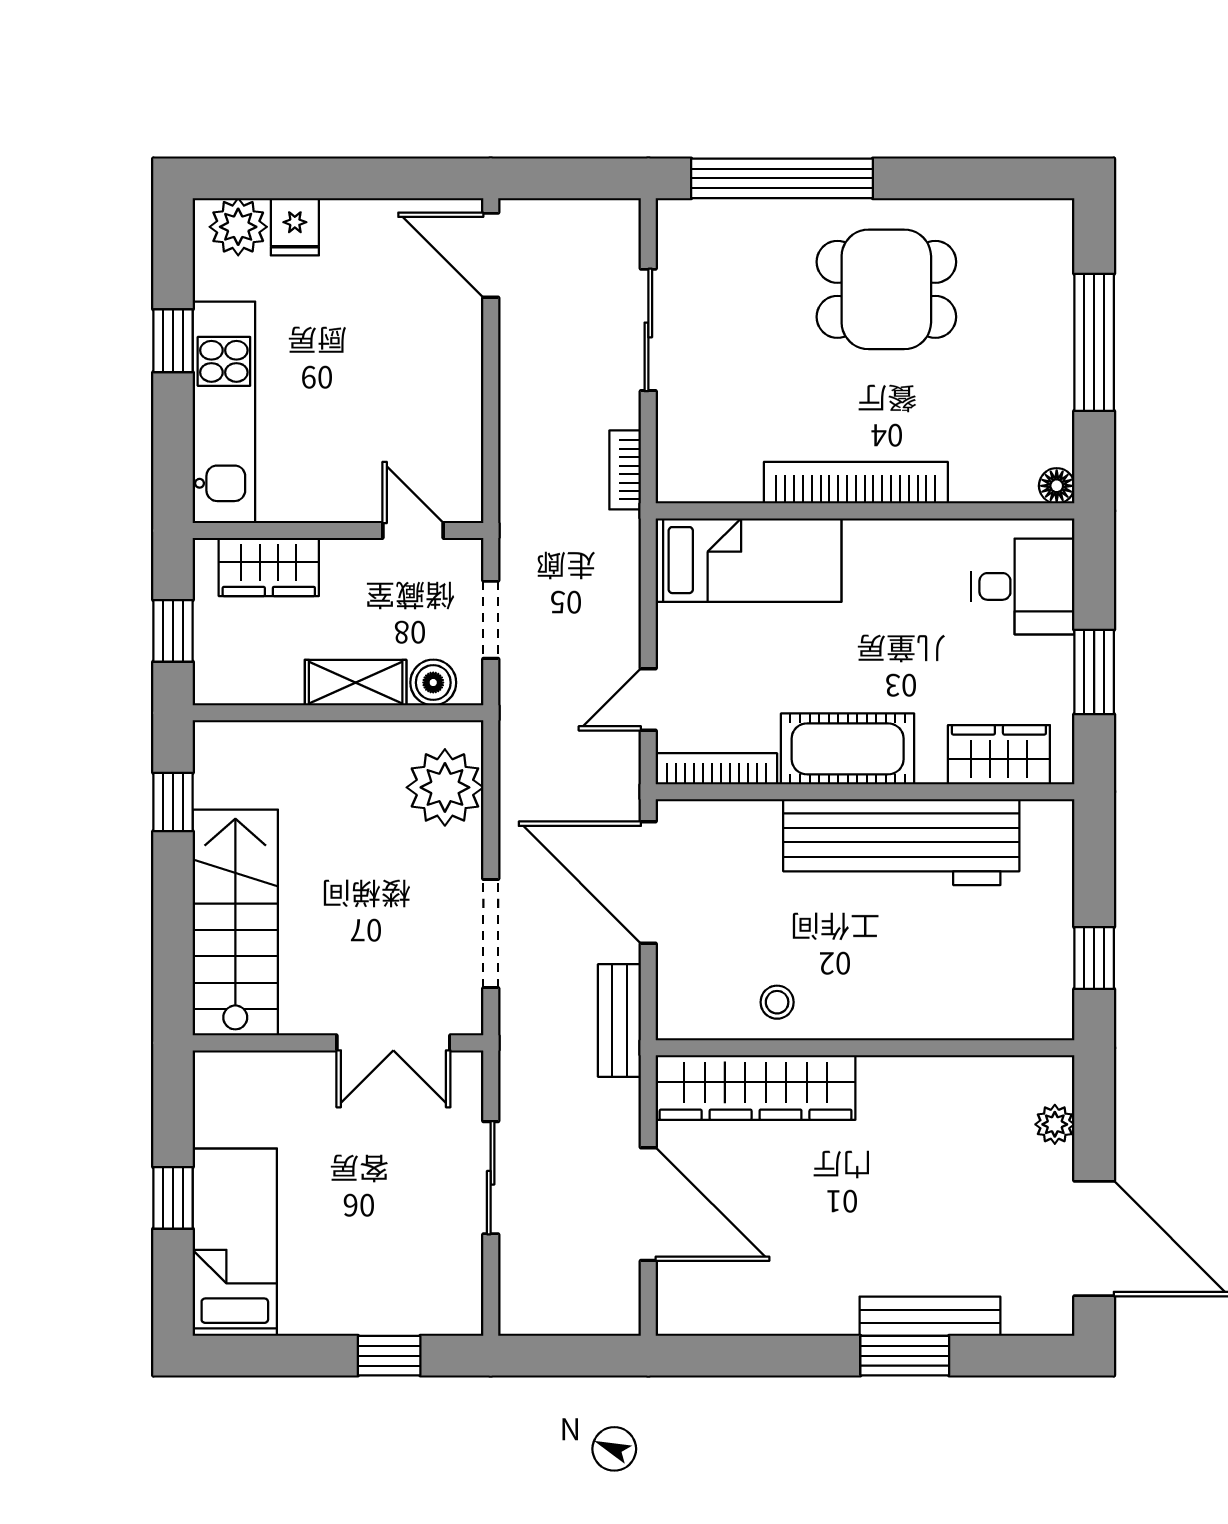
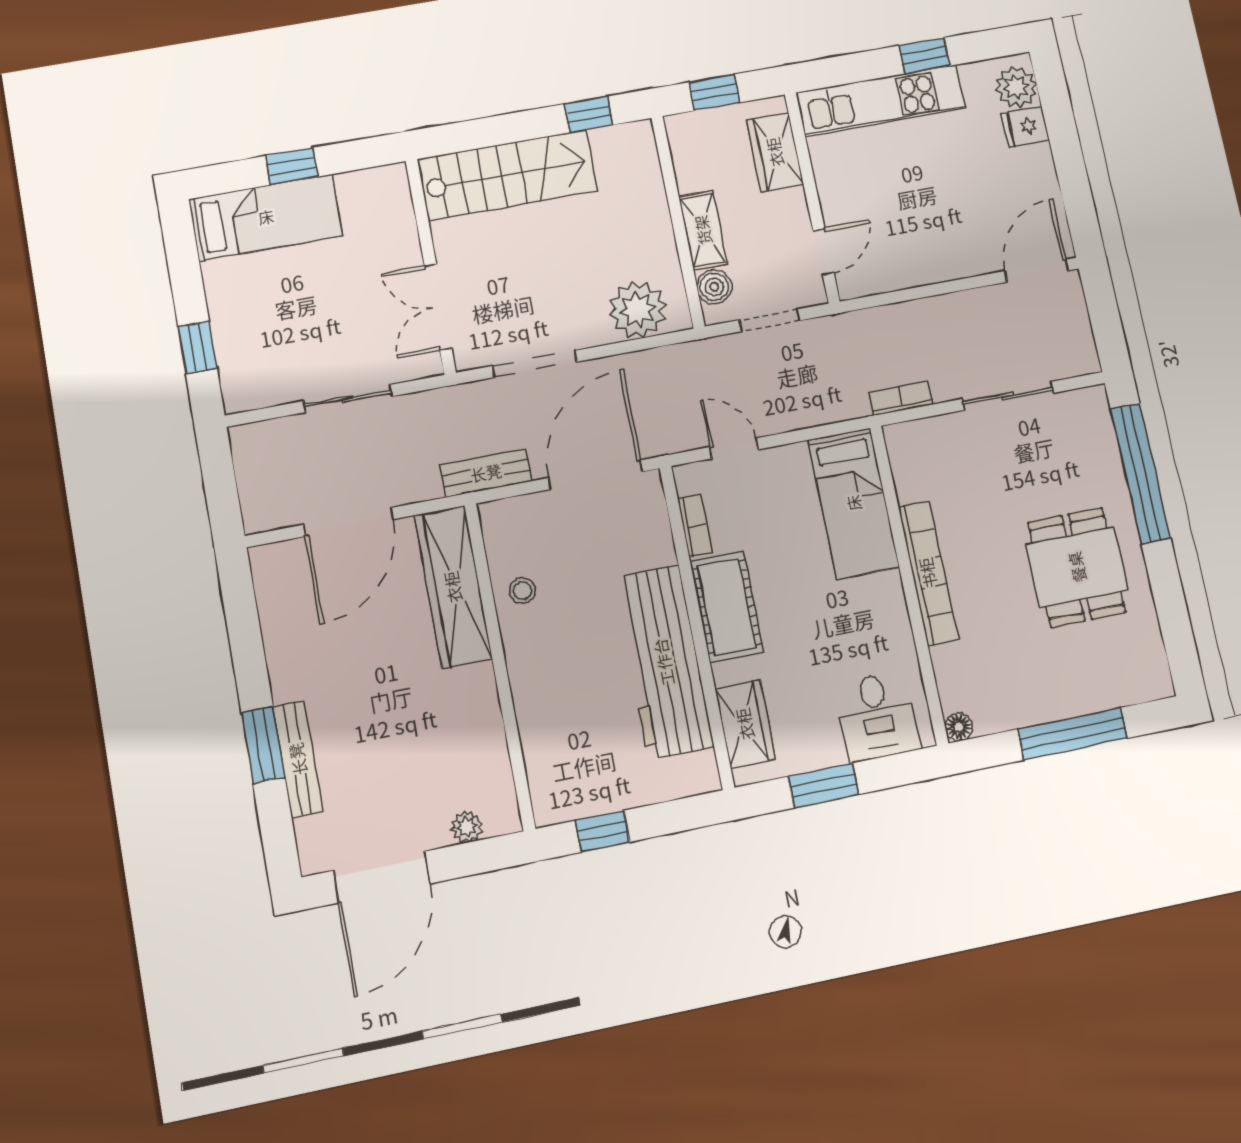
bookcase: (716, 769) -> (695, 526), width x0.64

